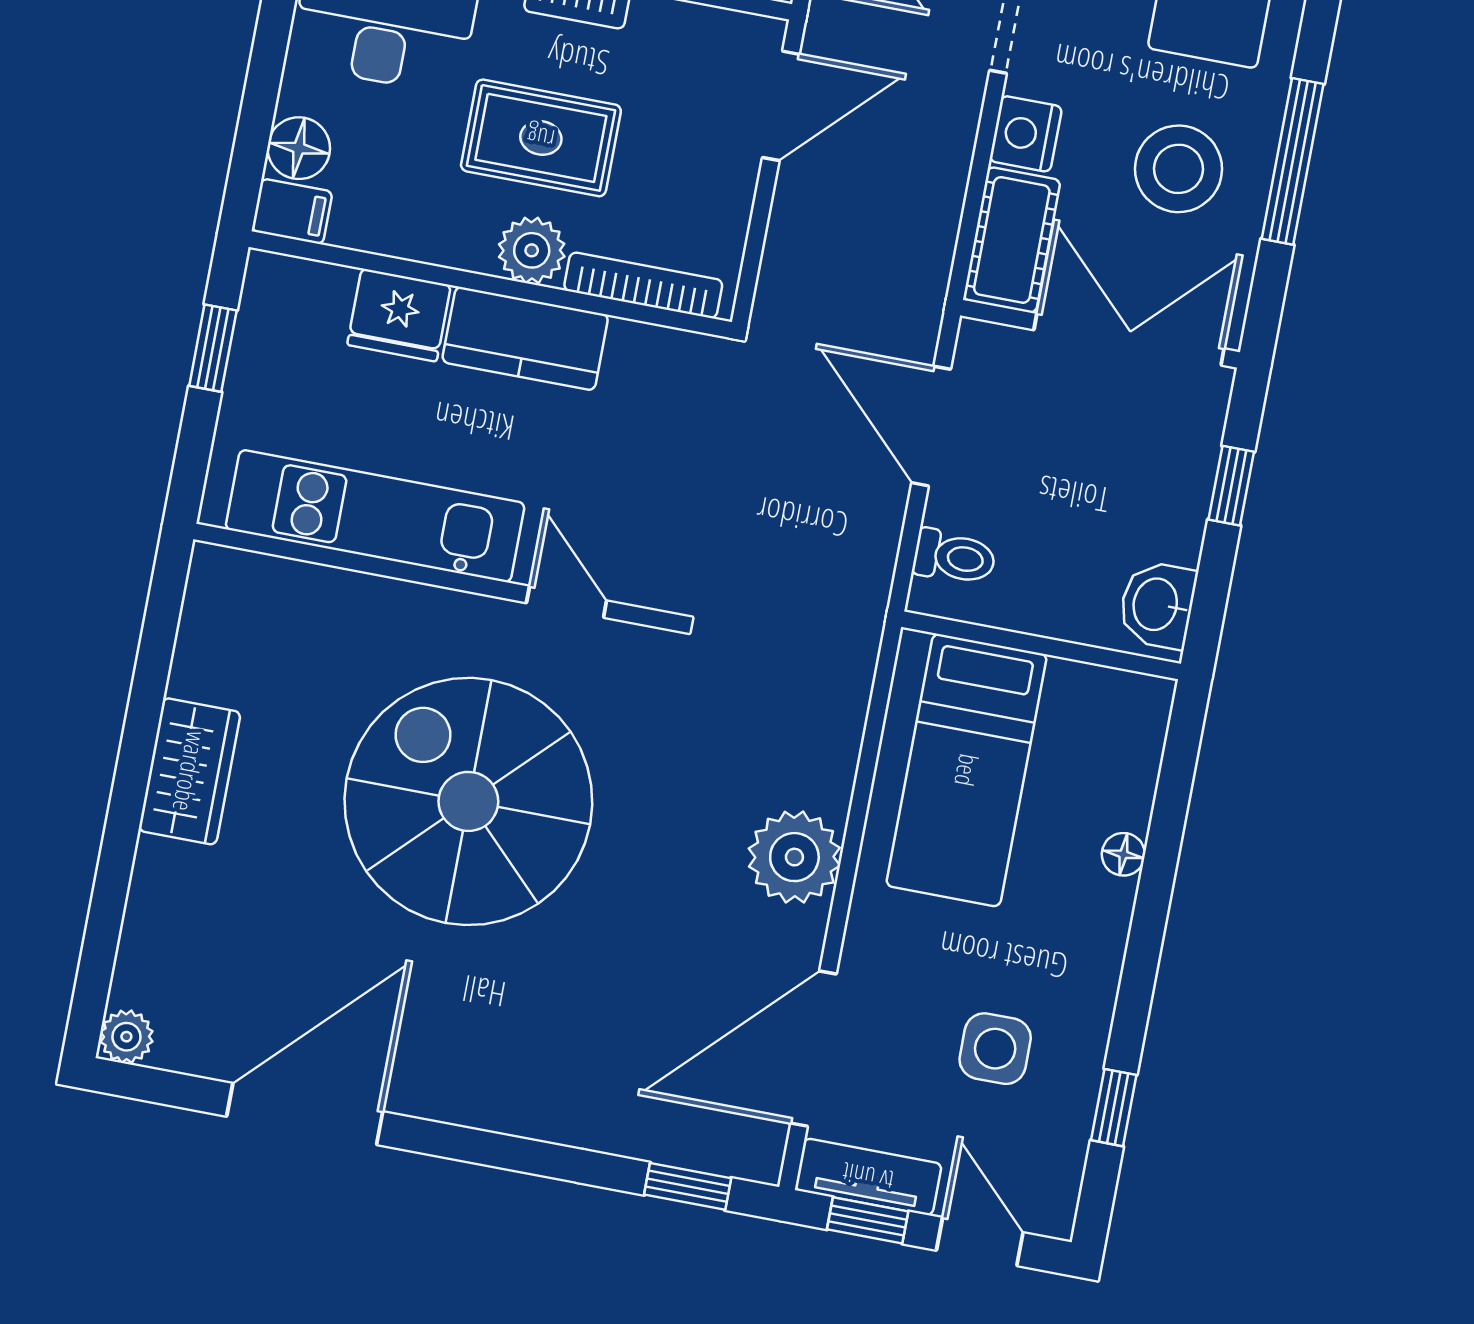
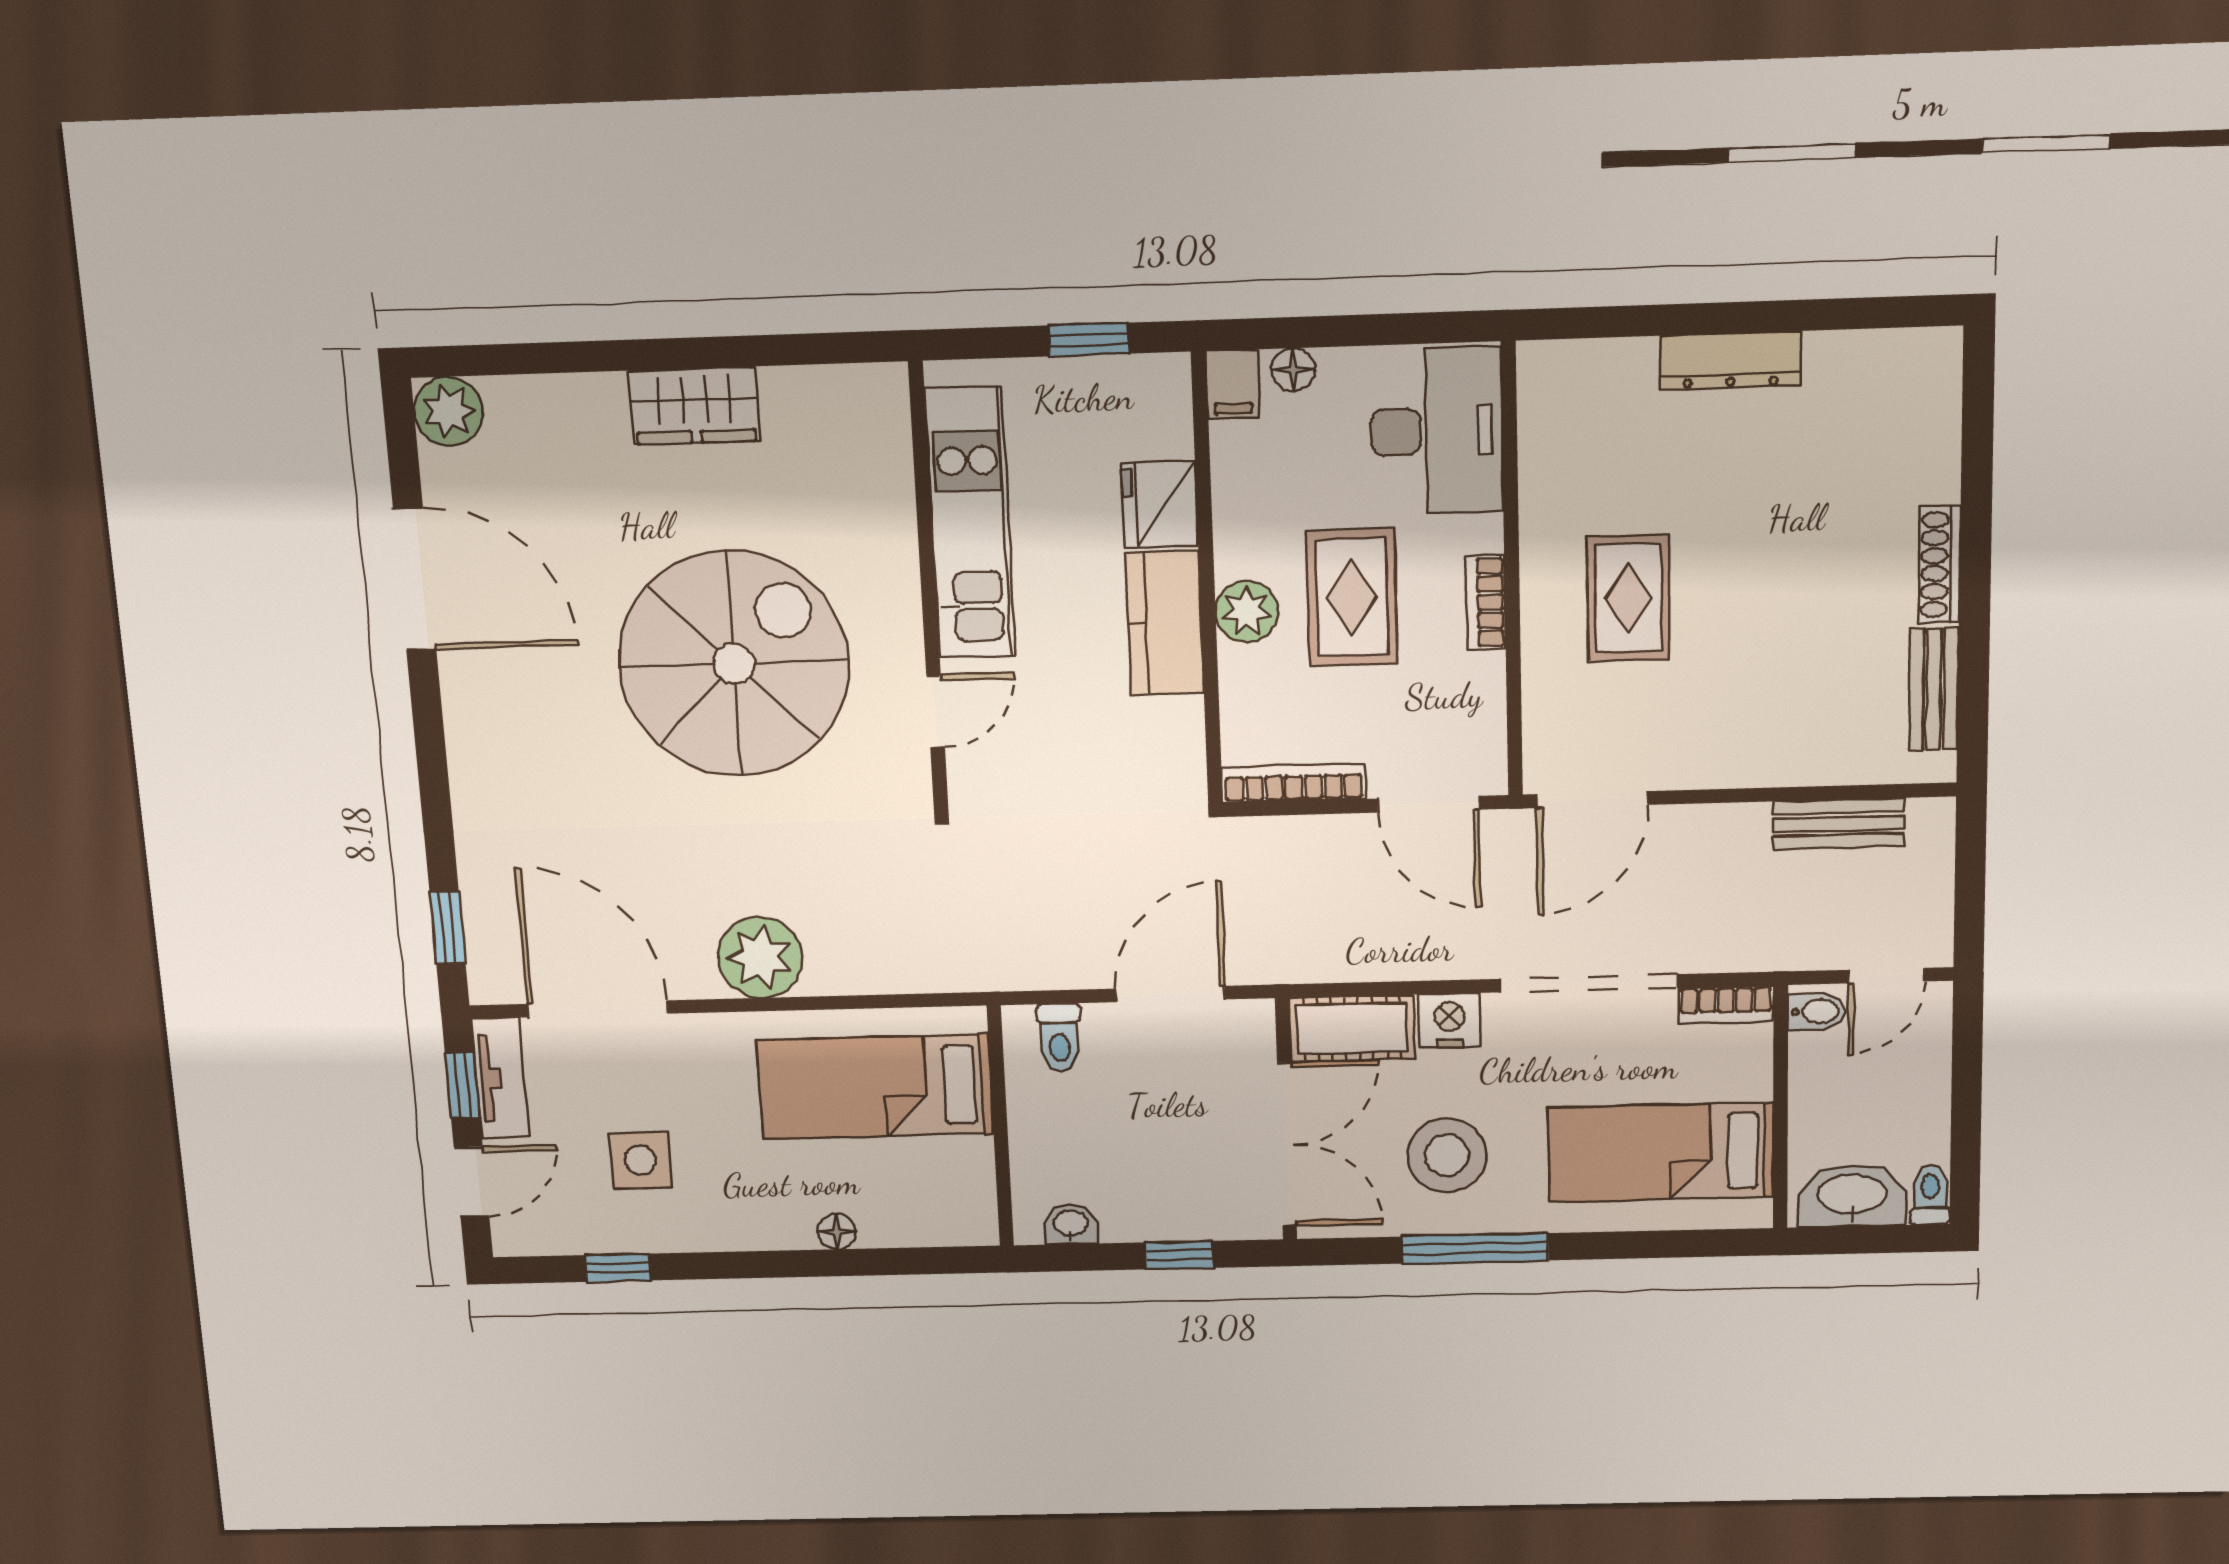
floor lamp: (299, 148) -> (1293, 370), width x0.73, depth x0.73
bookcase: (643, 285) -> (1294, 783), moved, turned -90
washbasin: (1157, 605) -> (1071, 1224), width x0.72, depth x0.69
plant: (126, 1037) -> (448, 411), width x1.38, depth x1.38

